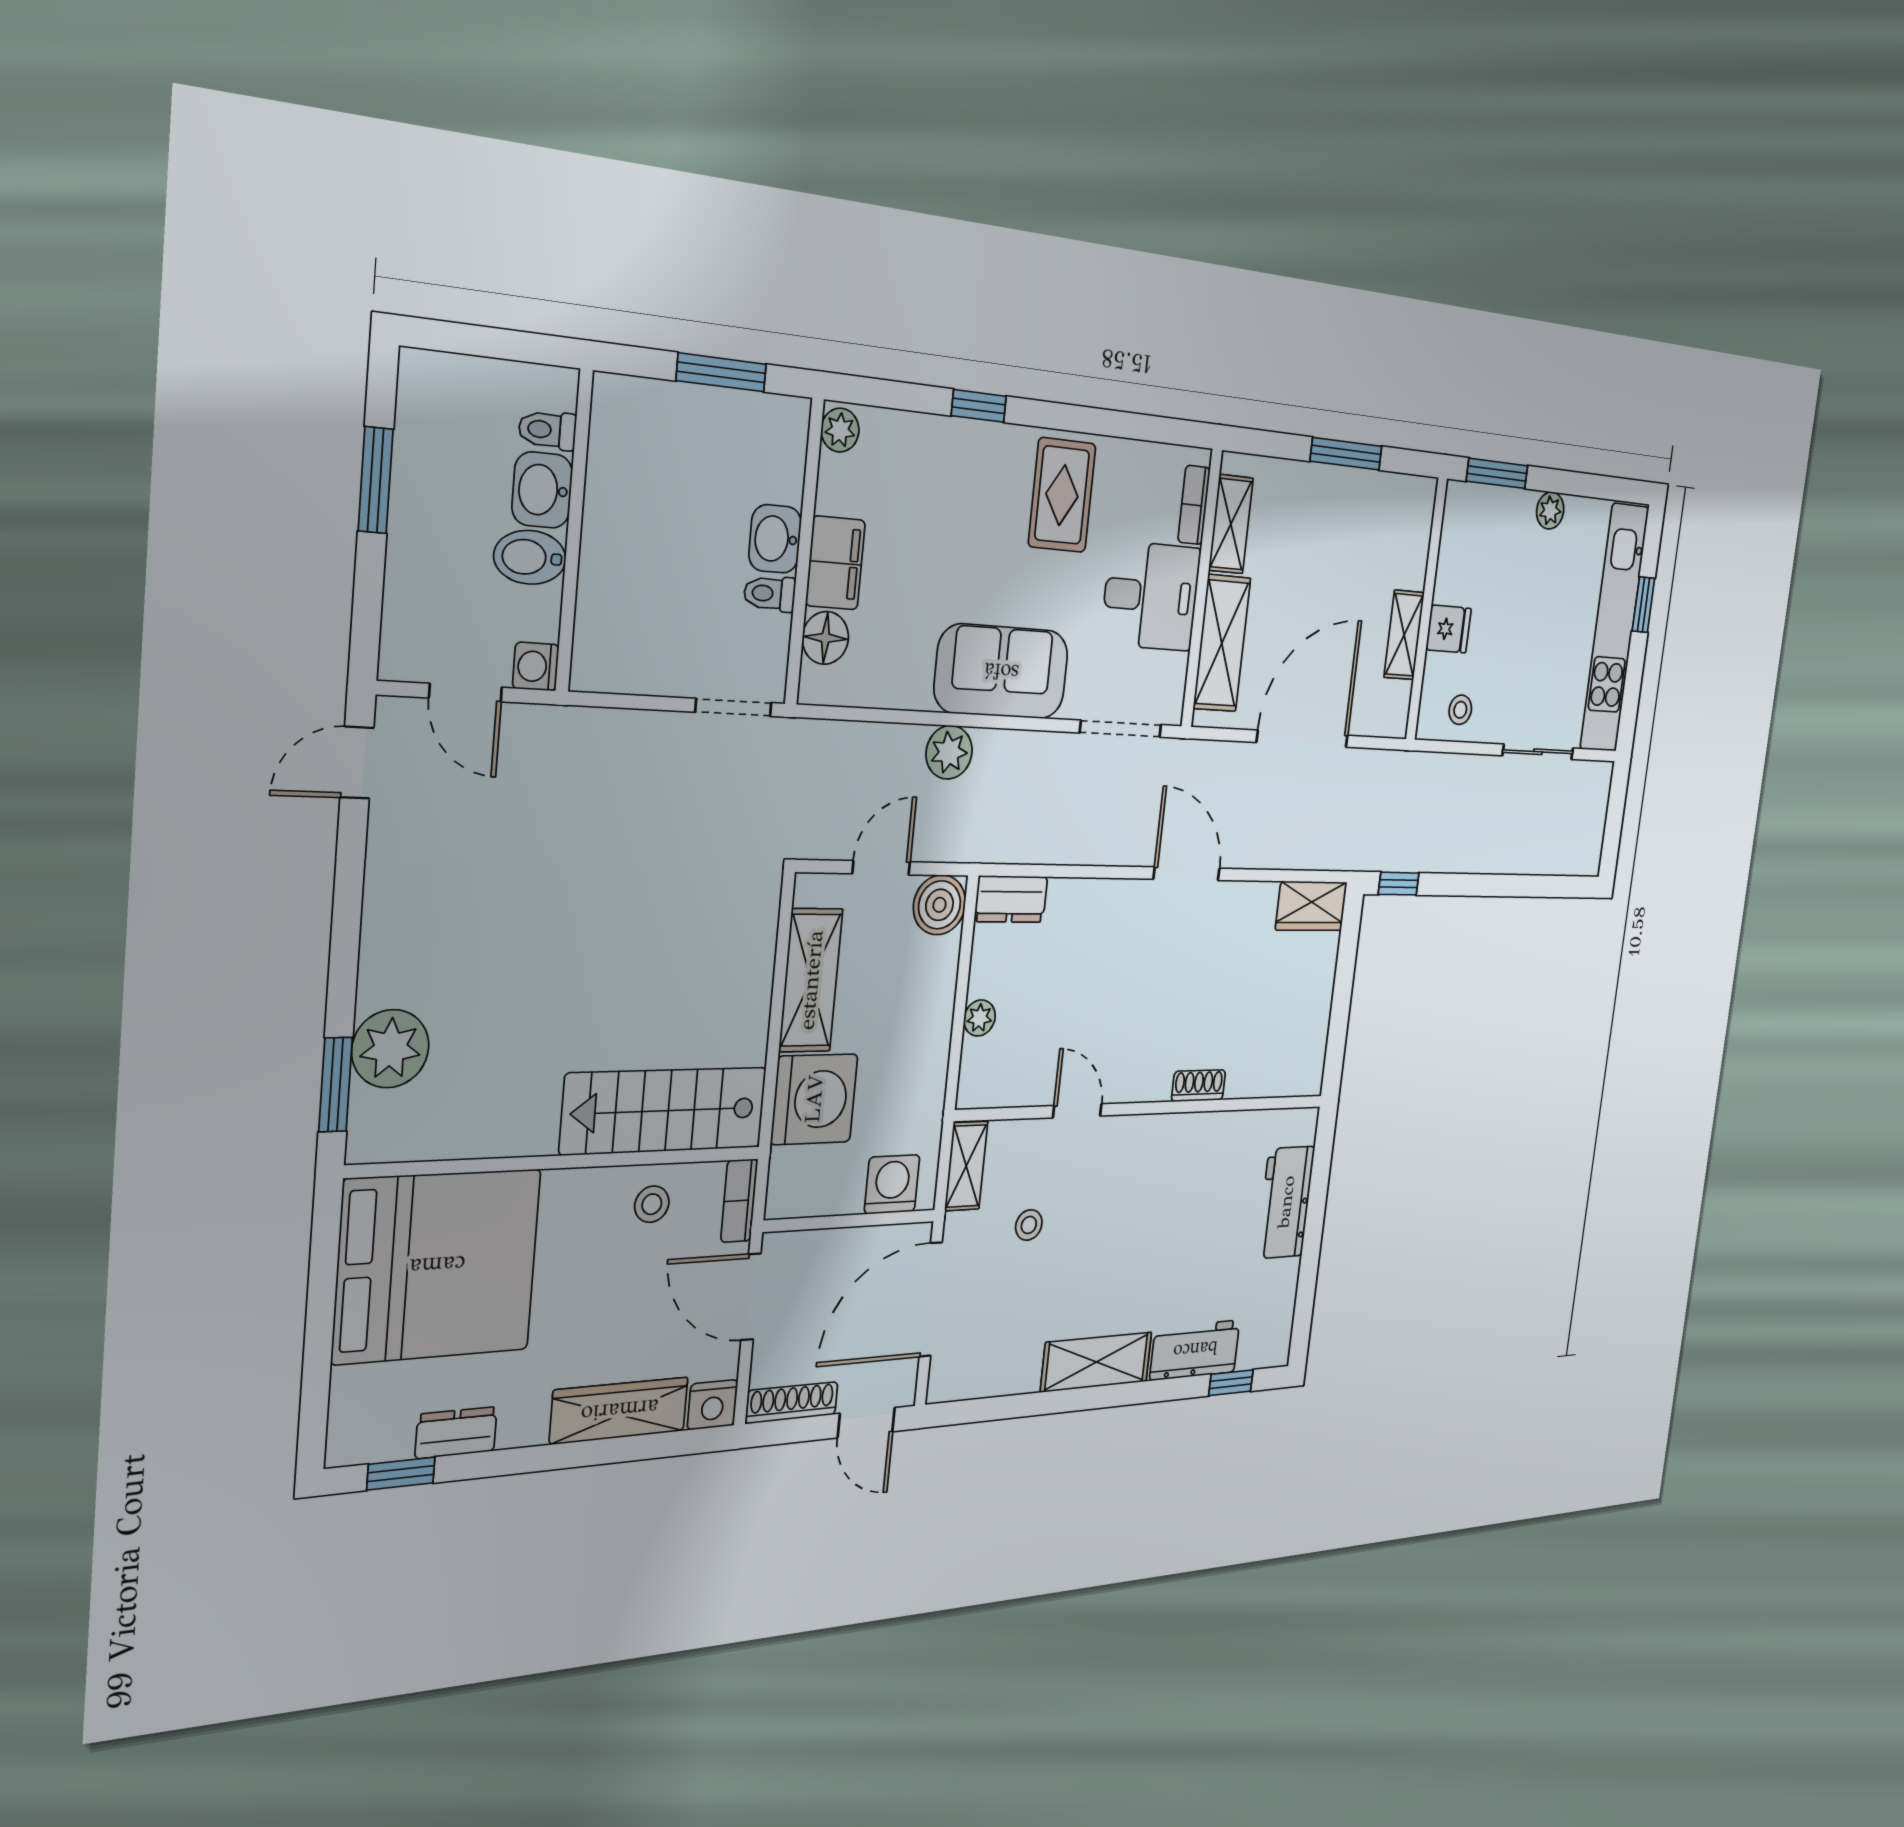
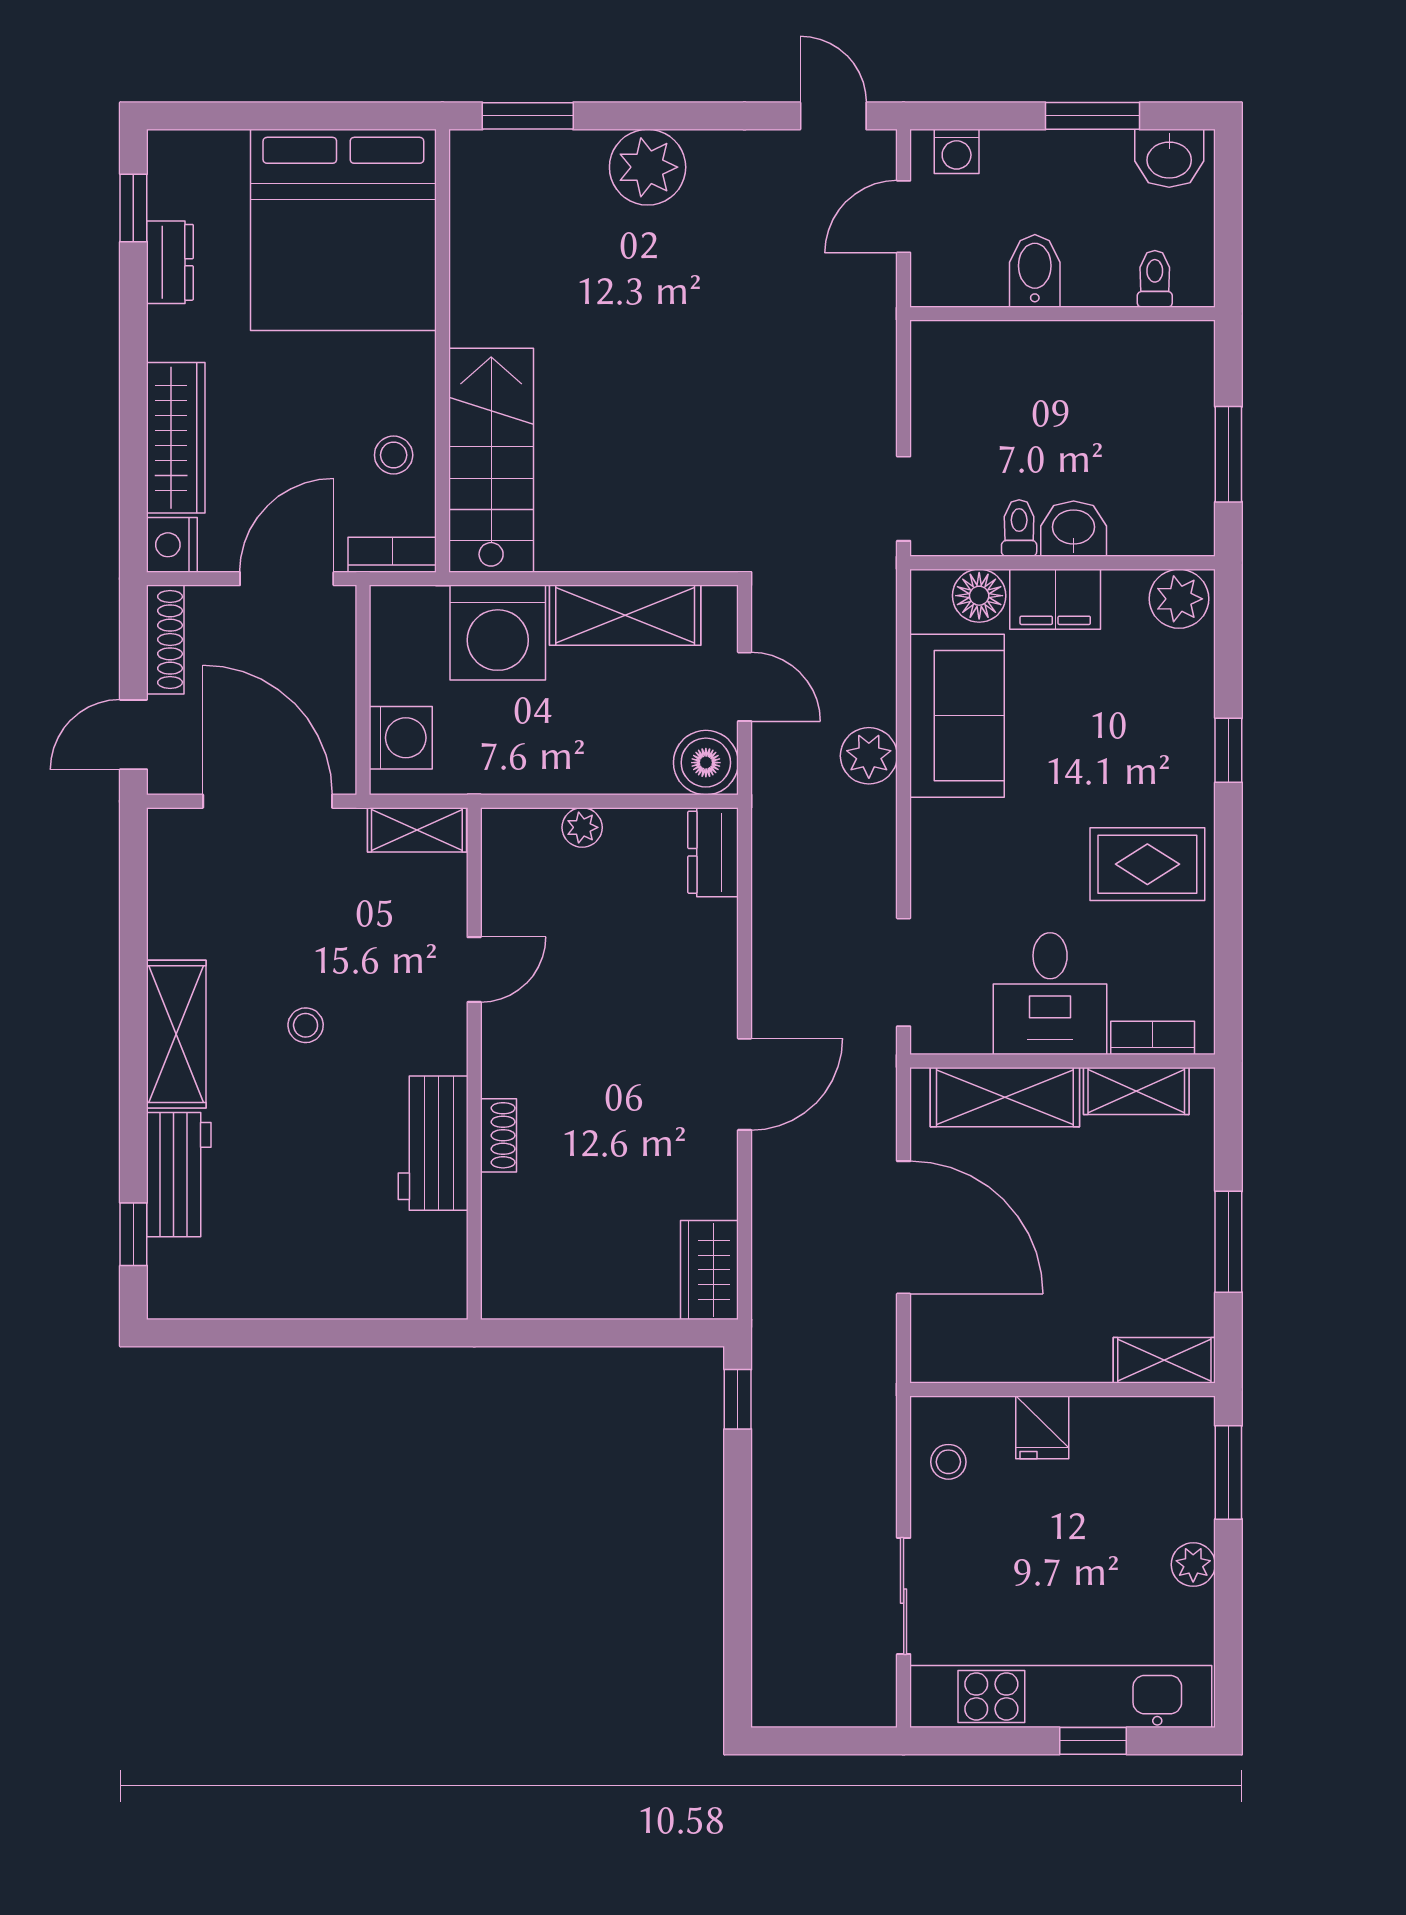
plant: (840, 430) -> (1179, 599), width x1.38, depth x1.38
washbasin: (542, 490) -> (1169, 158), moved, turned 180
shelving: (1404, 635) -> (1164, 1360), moved
washing machine: (536, 667) -> (957, 151), moved, turned 180
sofa: (1001, 672) -> (957, 716), moved
plant: (390, 1049) -> (648, 167), moved
workbench: (1286, 1202) -> (433, 1143), moved, turned -90
stool: (1029, 1225) -> (306, 1025), moved

